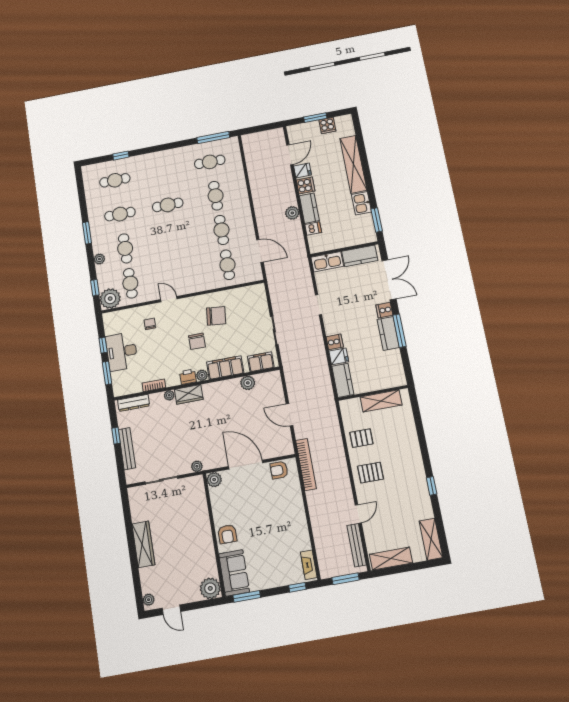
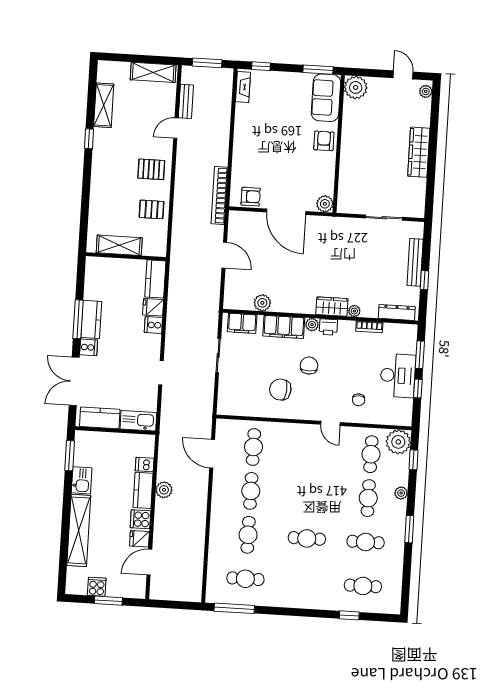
plant: (197, 466) -> (341, 223), removed
shelving: (431, 539) -> (104, 105), moved
bench: (357, 545) -> (186, 101), width x0.73

